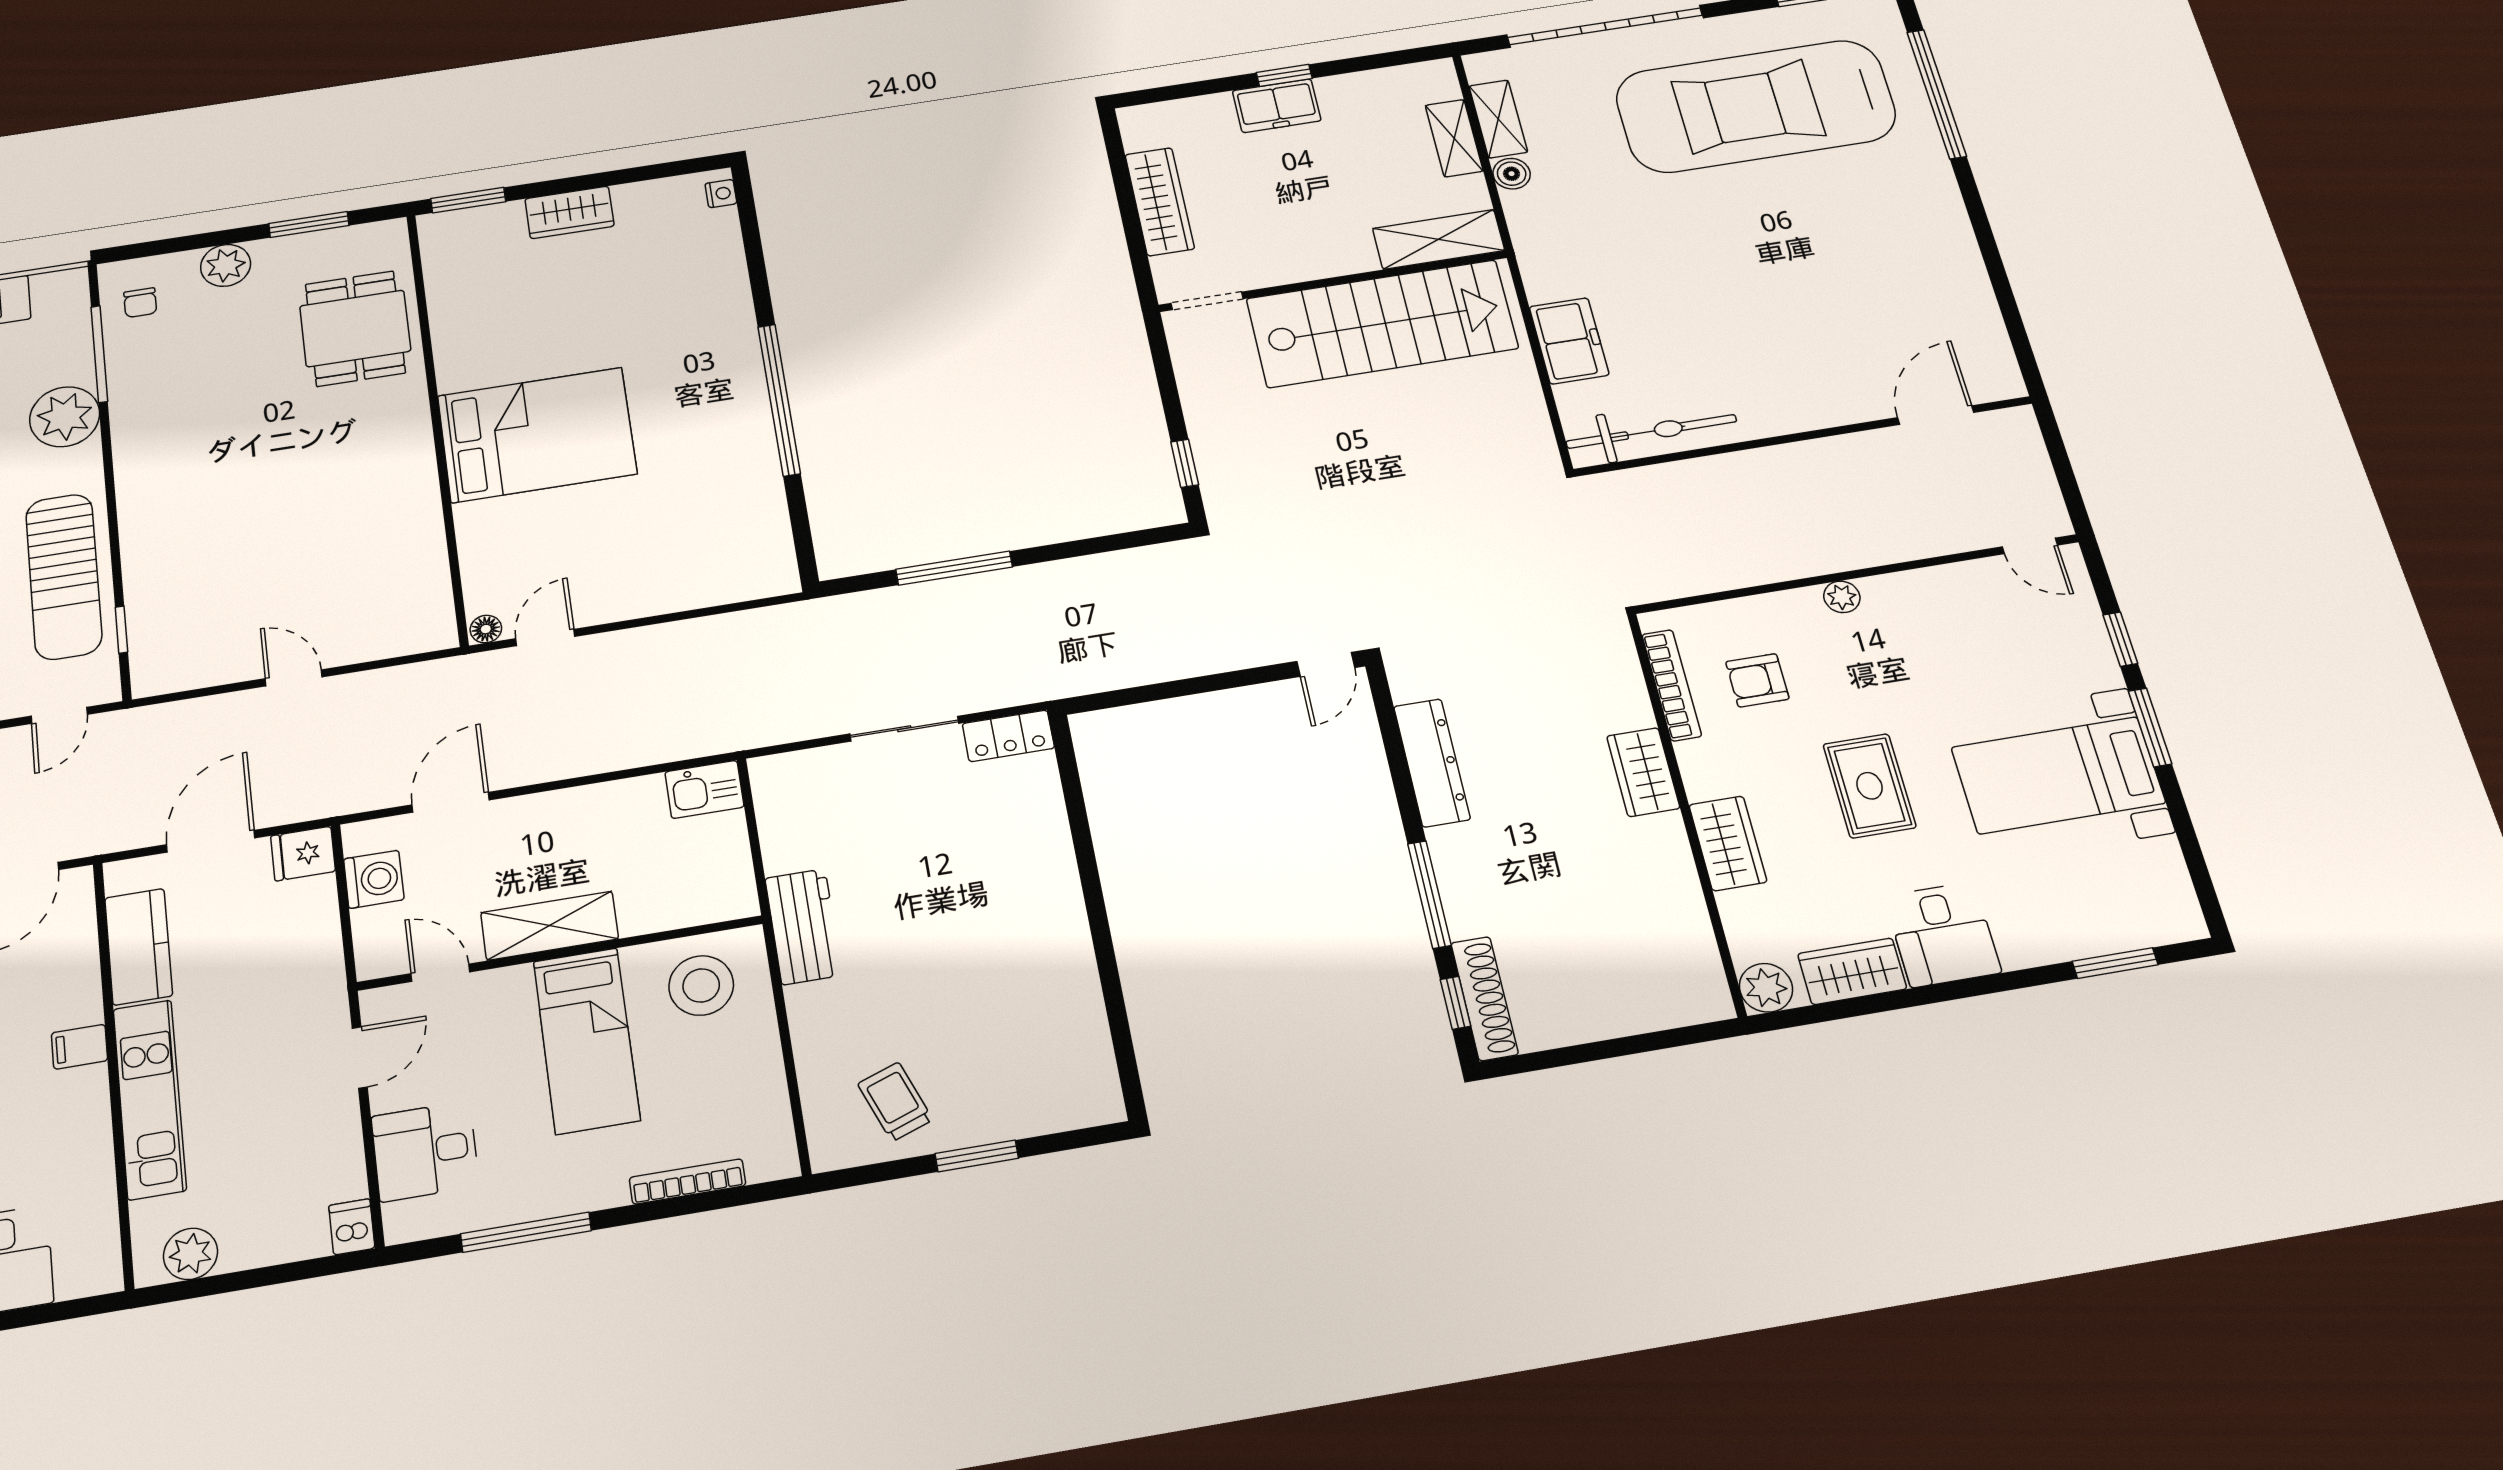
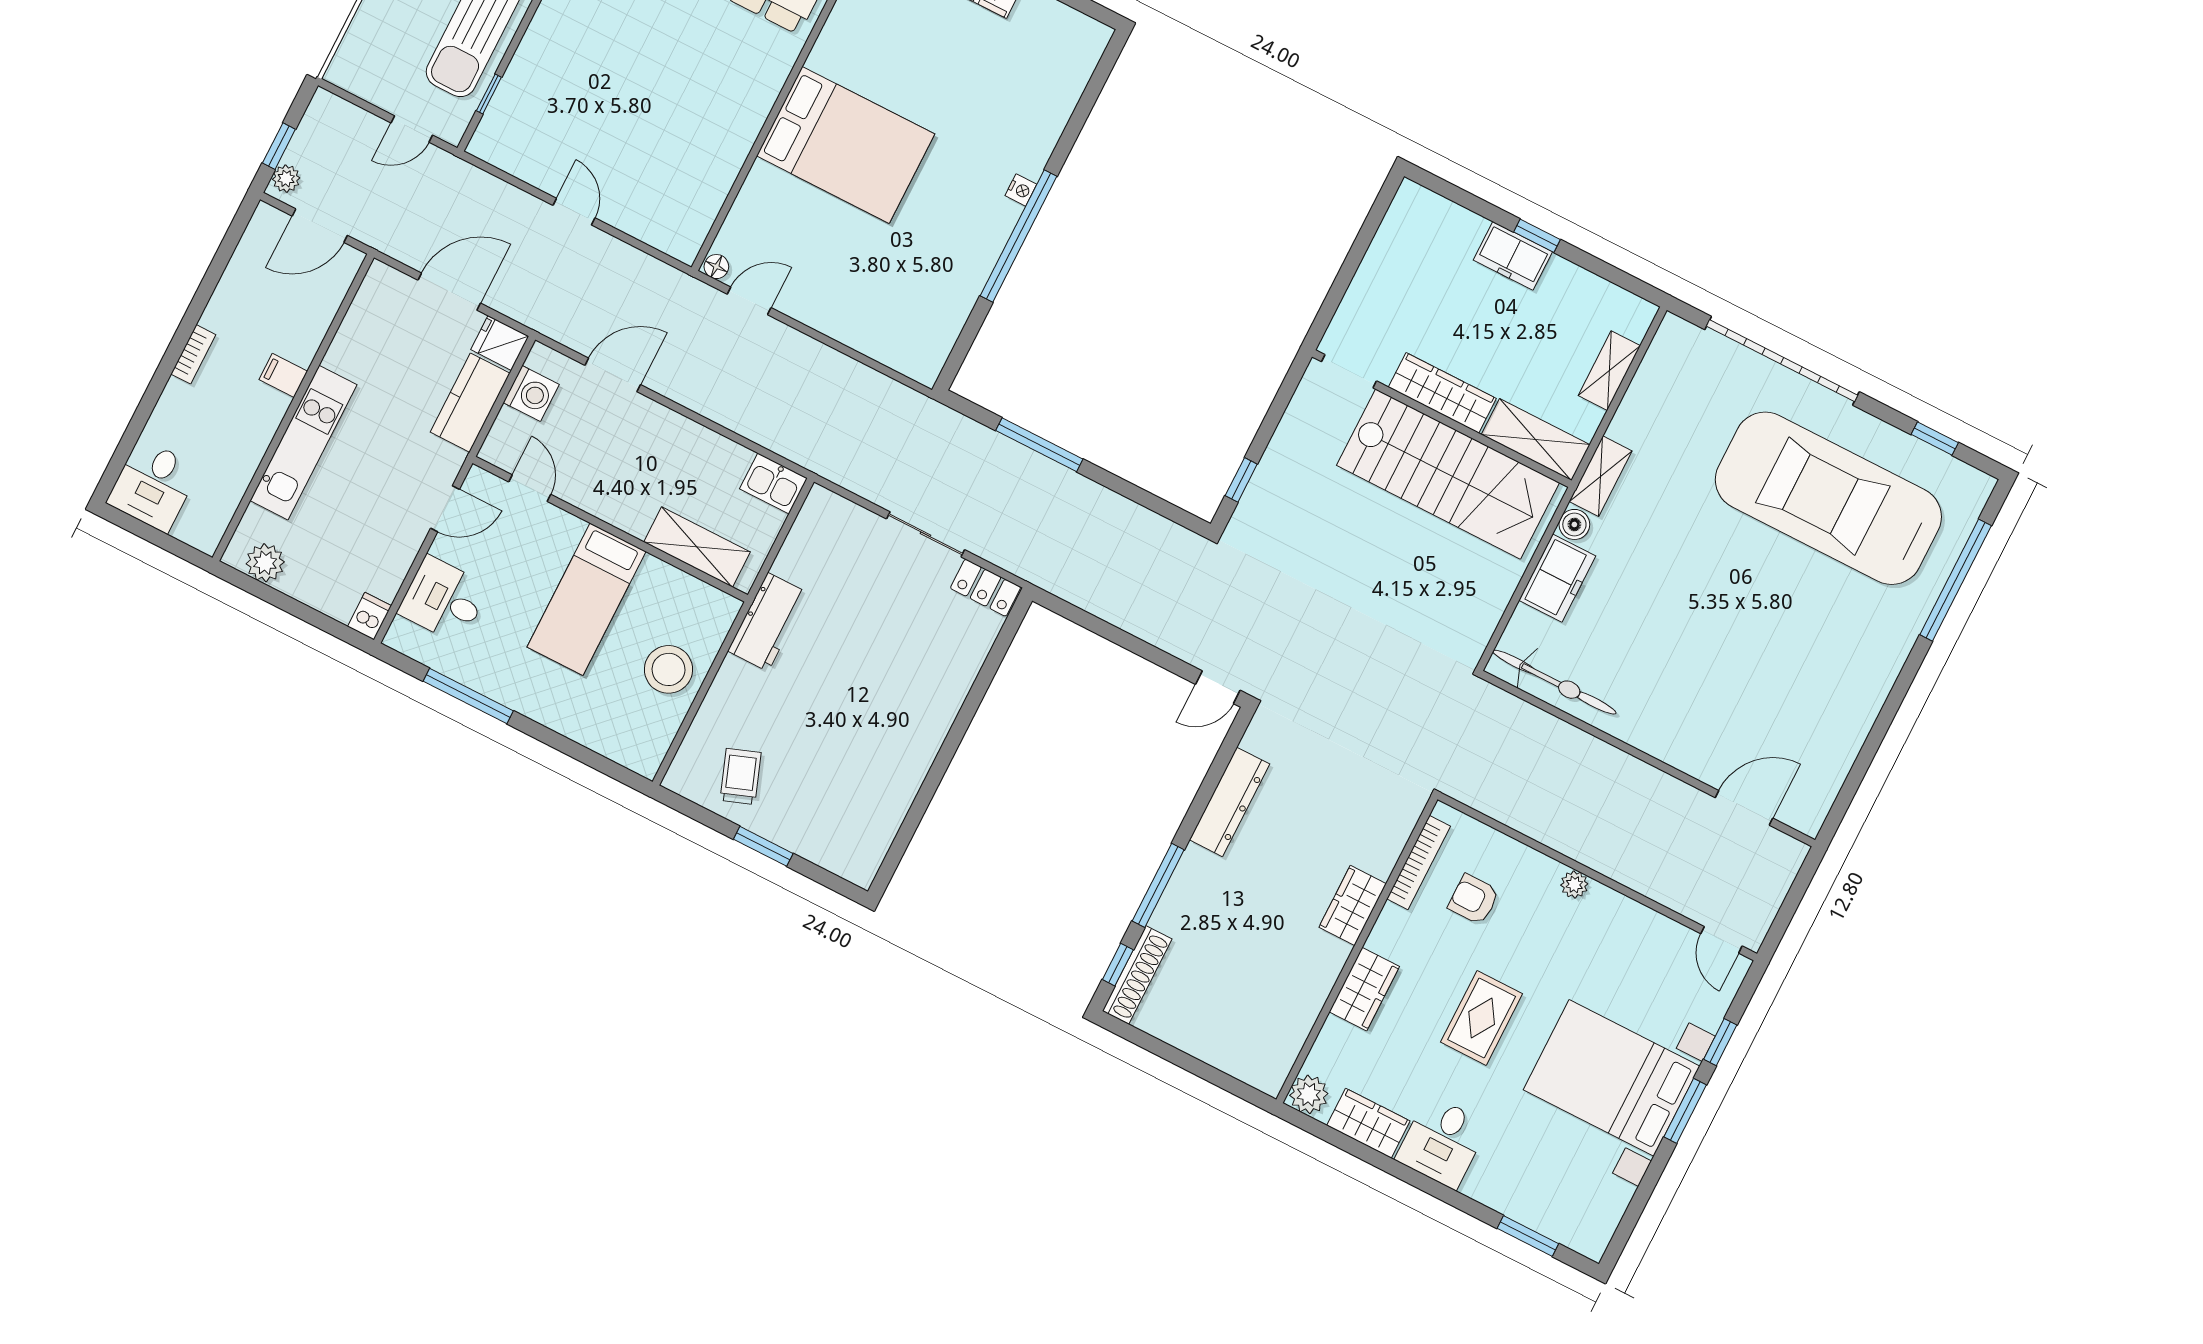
shelving: (1498, 119) -> (1601, 476), moved
boiler: (1512, 174) -> (1574, 524), moved
nightstand: (721, 193) -> (1021, 190), moved
wardrobe: (1160, 202) -> (1442, 393), moved, turned -90
bed with nightstands: (2058, 775) -> (1612, 1078), width x1.36
shelving: (549, 926) -> (697, 547), moved
kitchen counter: (139, 947) -> (470, 403), moved, turned 180
stool: (701, 985) -> (669, 669), moved
bookcase: (688, 1182) -> (584, 735), removed

